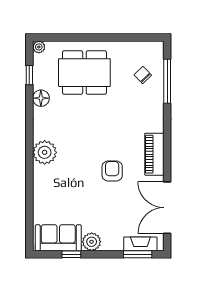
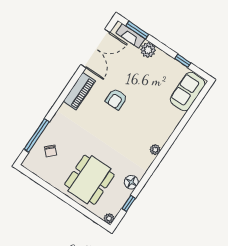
dining table: (84, 73) -> (89, 180), turned 90
plant: (45, 152) -> (155, 150), width x0.53, depth x0.53
sofa: (58, 238) -> (188, 92), moved, turned 90
plant: (92, 242) -> (148, 50), moved

